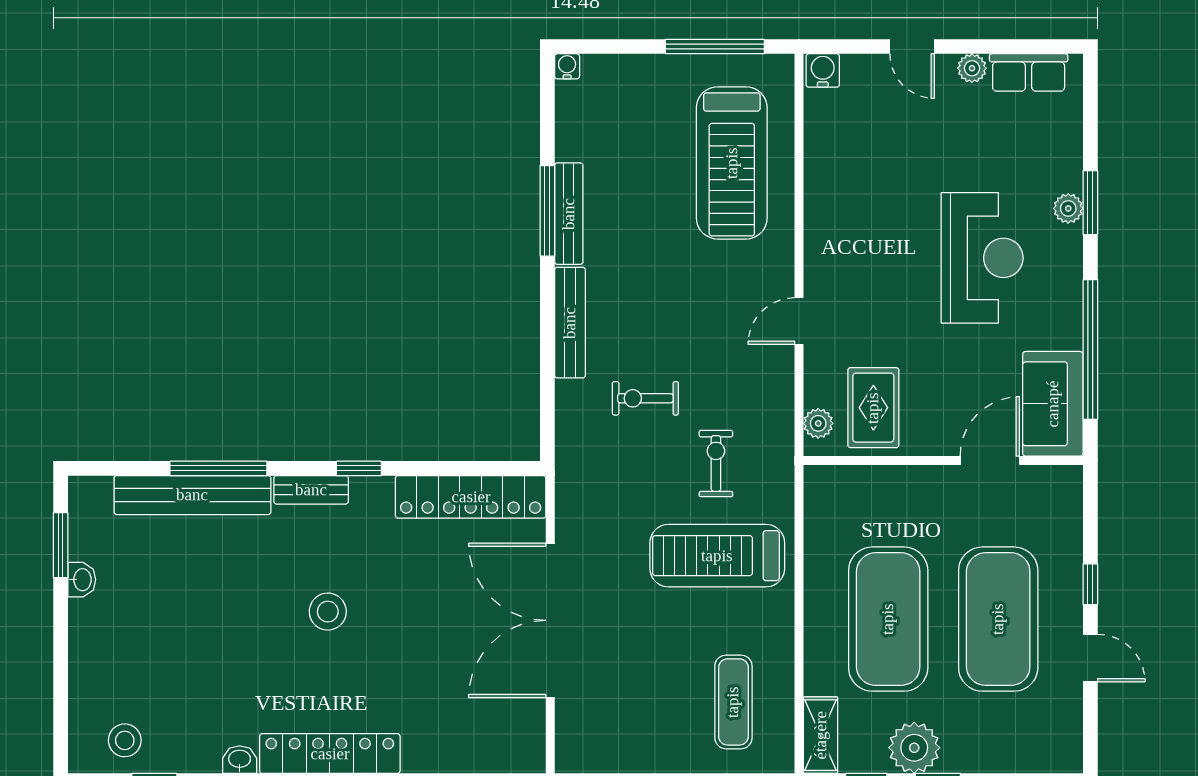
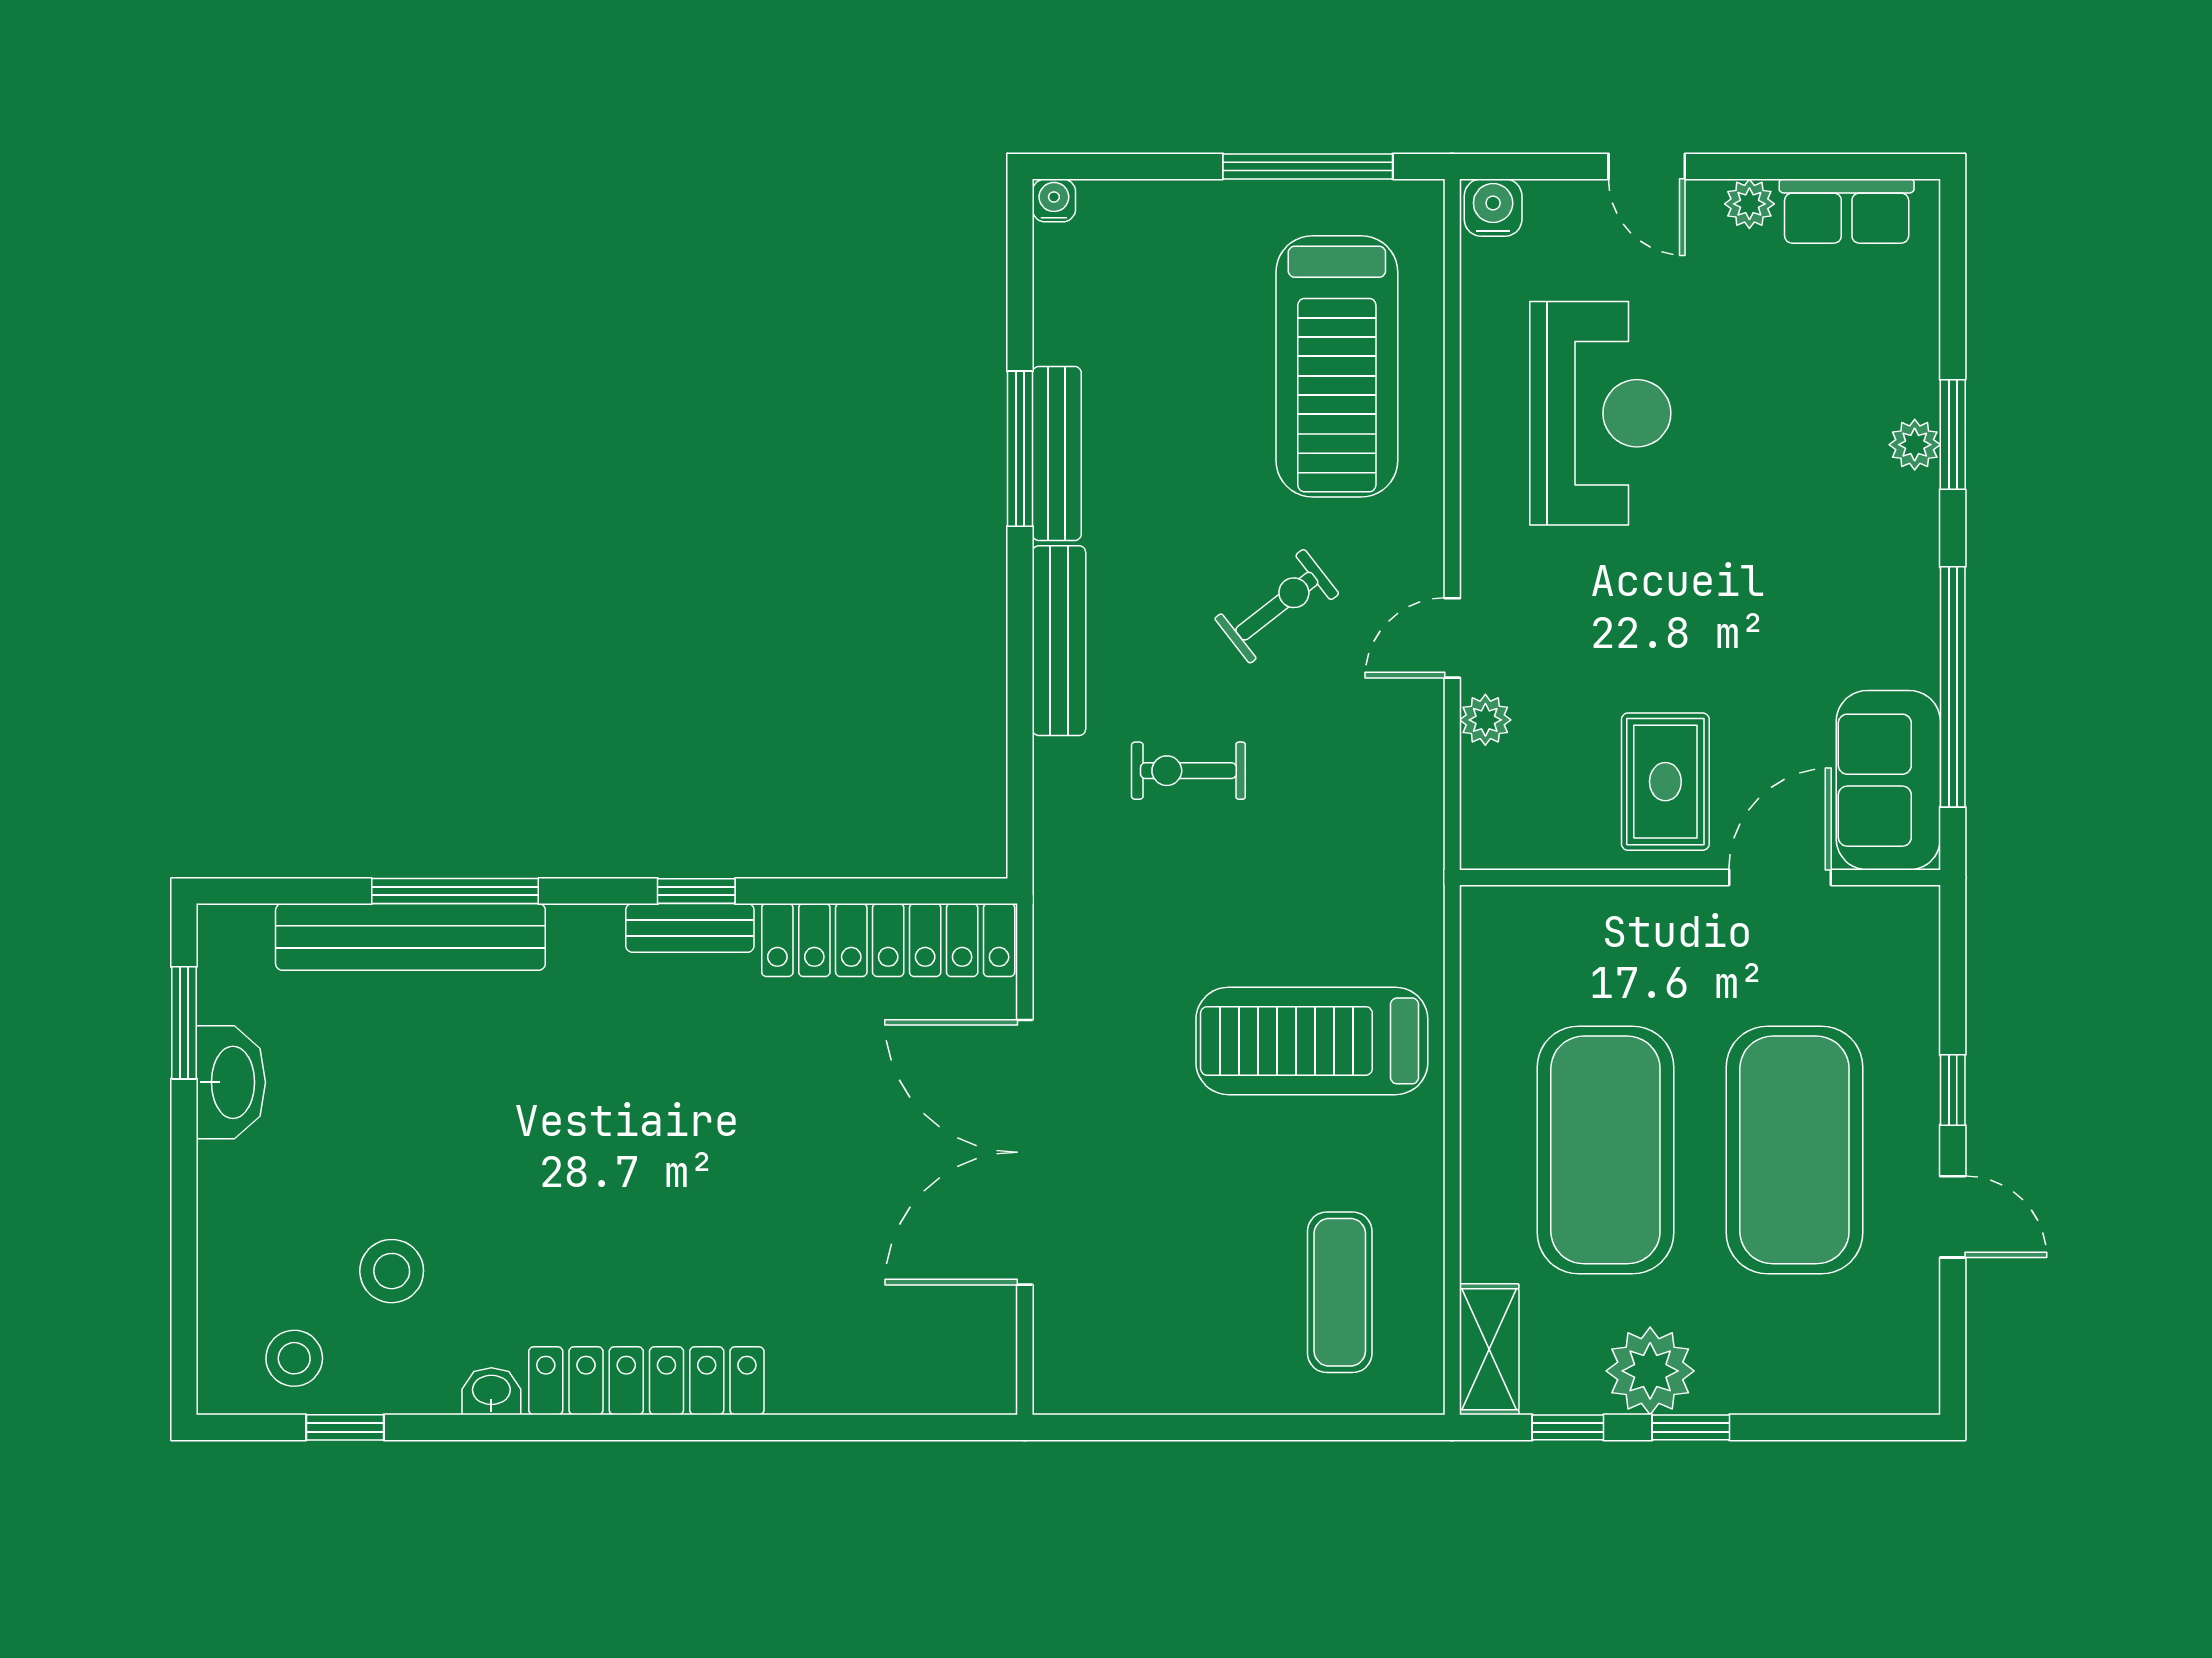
reception desk: (982, 258) -> (1600, 413), moved
rug: (873, 408) -> (1665, 782), moved
plant: (818, 423) -> (1485, 720), moved
exercise bike: (716, 464) -> (1277, 606), moved, turned 52
bench: (311, 490) -> (690, 928), moved
washbasin: (82, 580) -> (231, 1082), width x1.91, depth x1.45
stool: (328, 612) -> (392, 1271), moved

